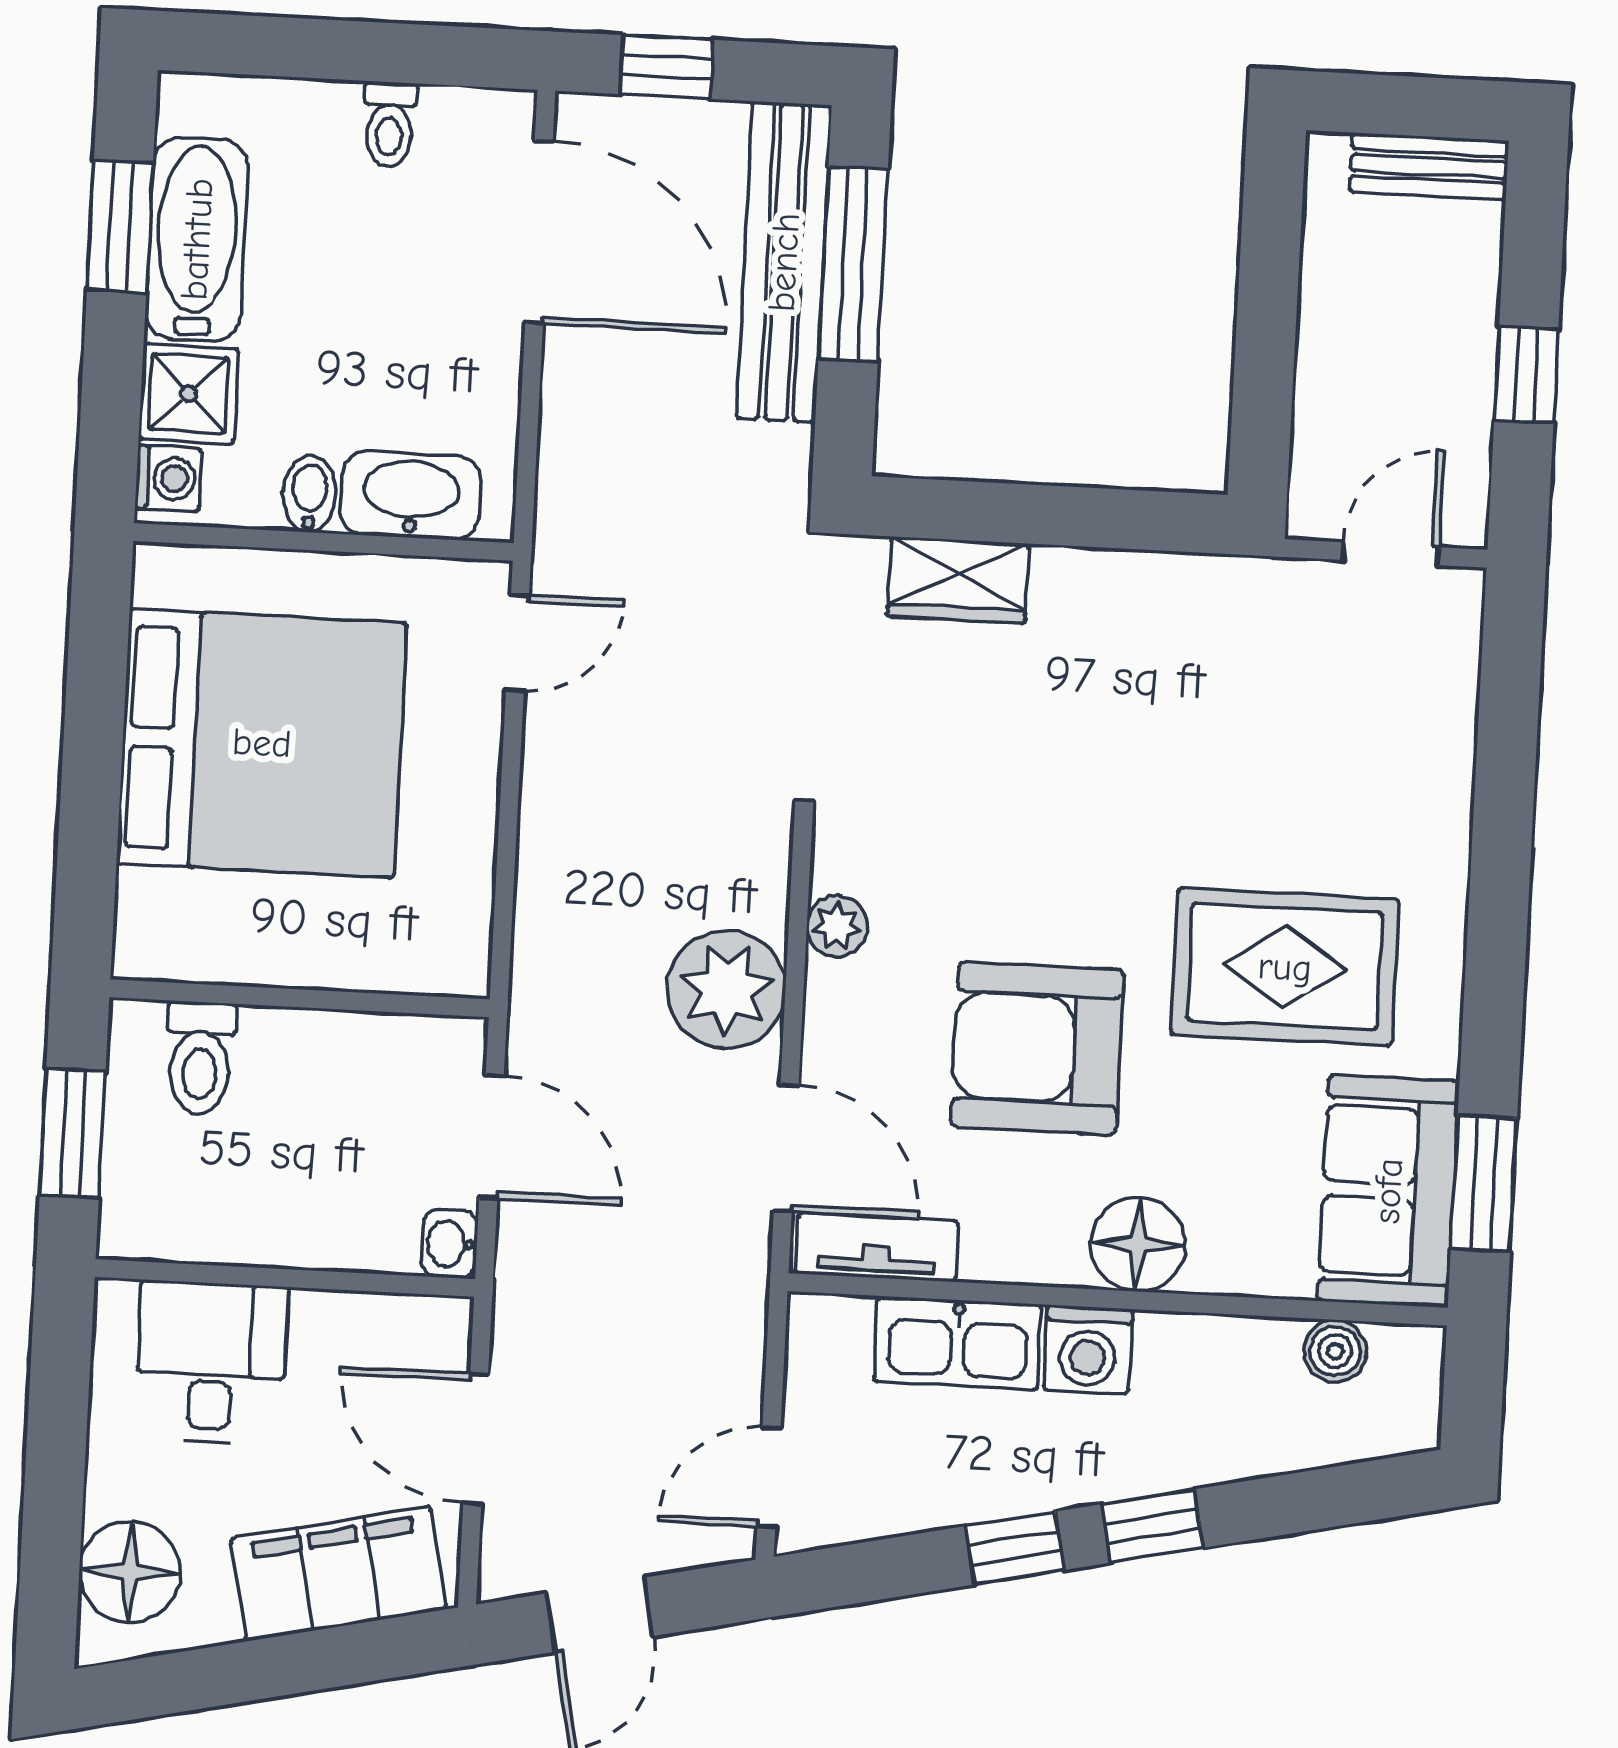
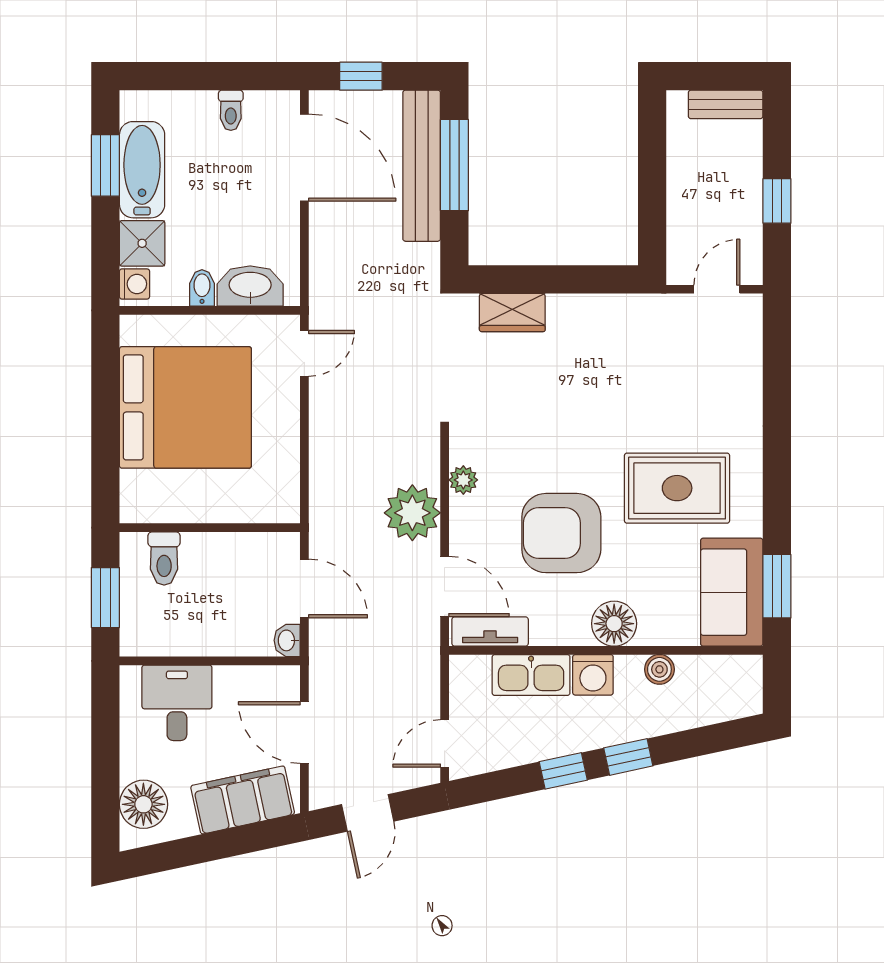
boiler: (1335, 1351) -> (659, 669), moved

